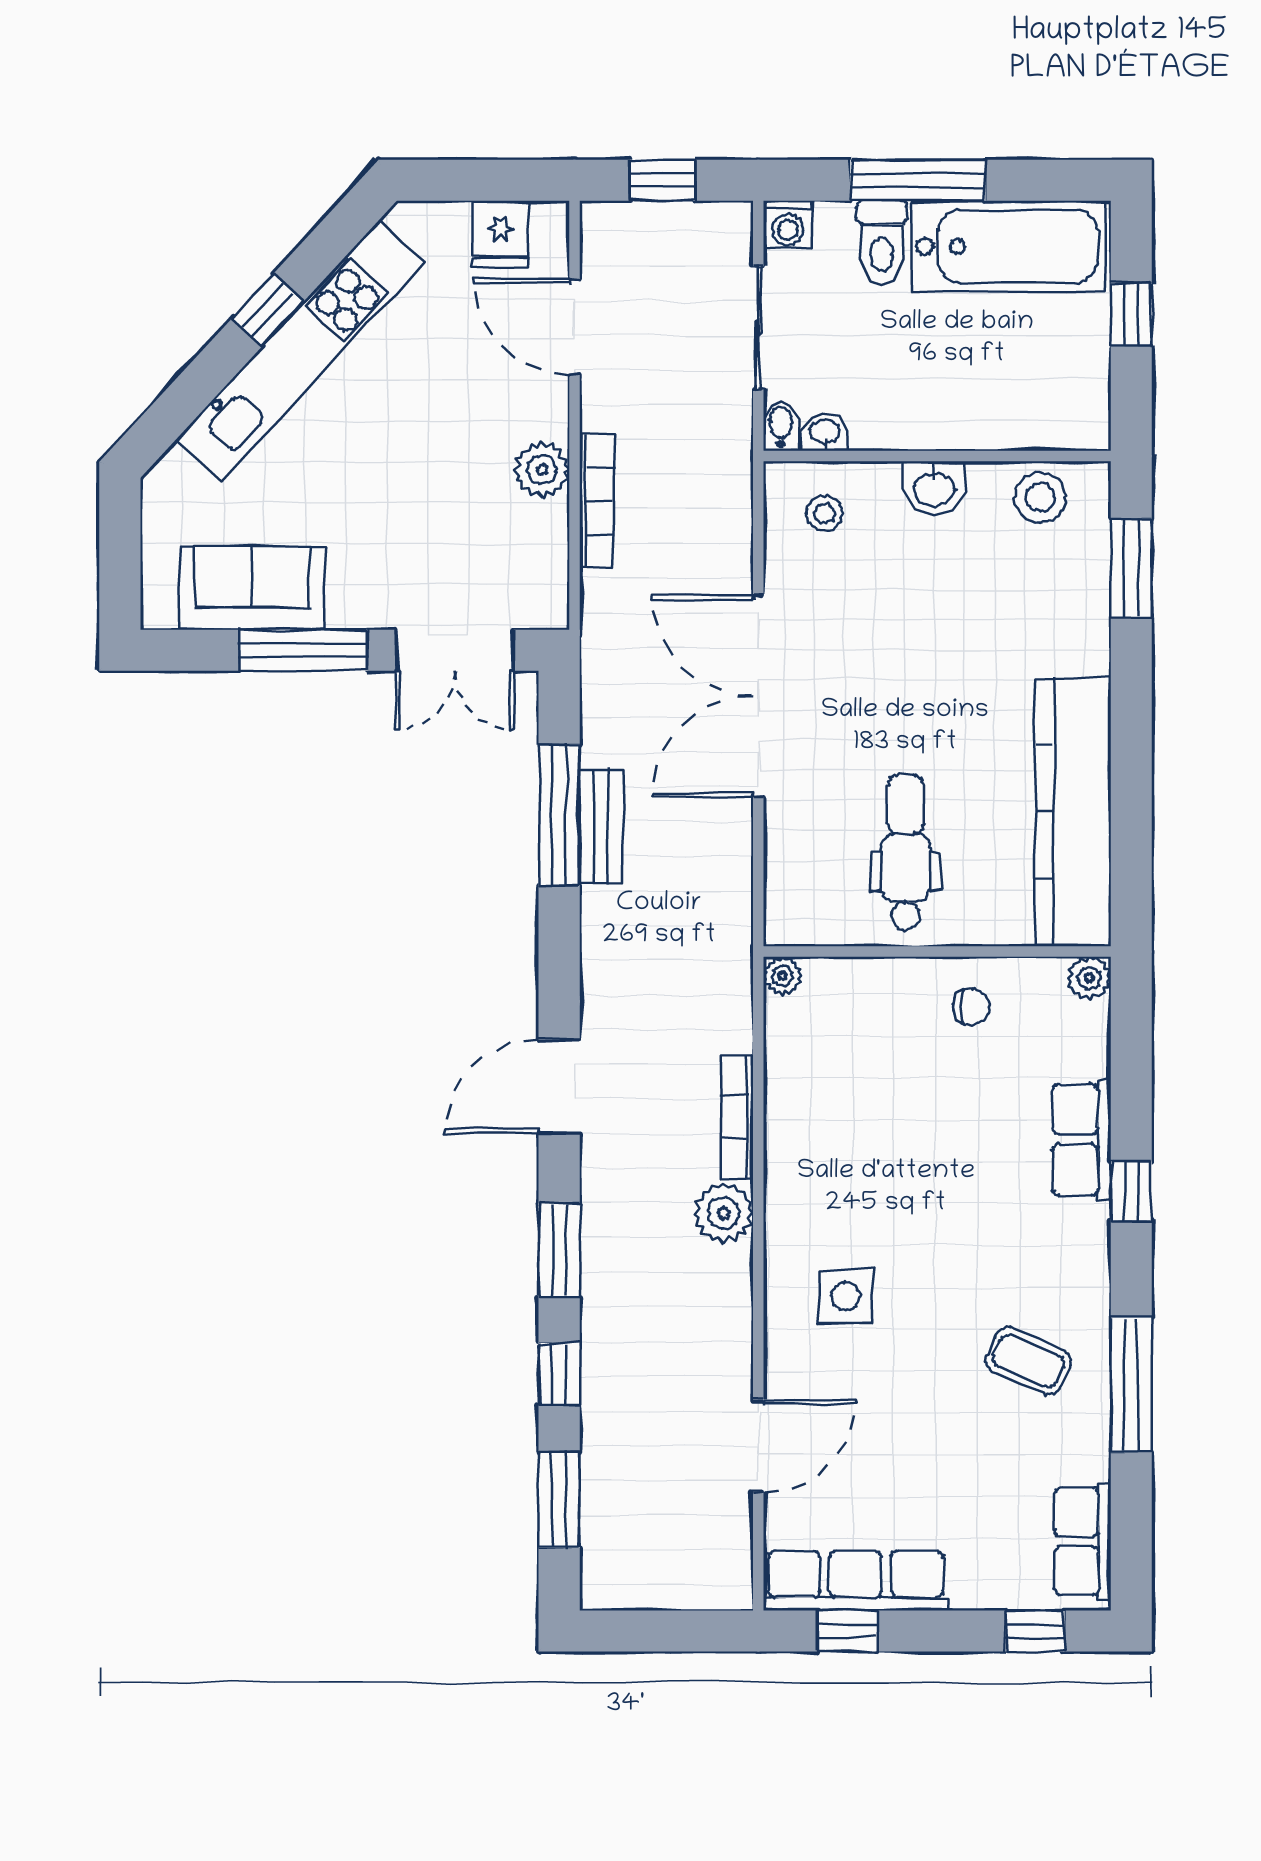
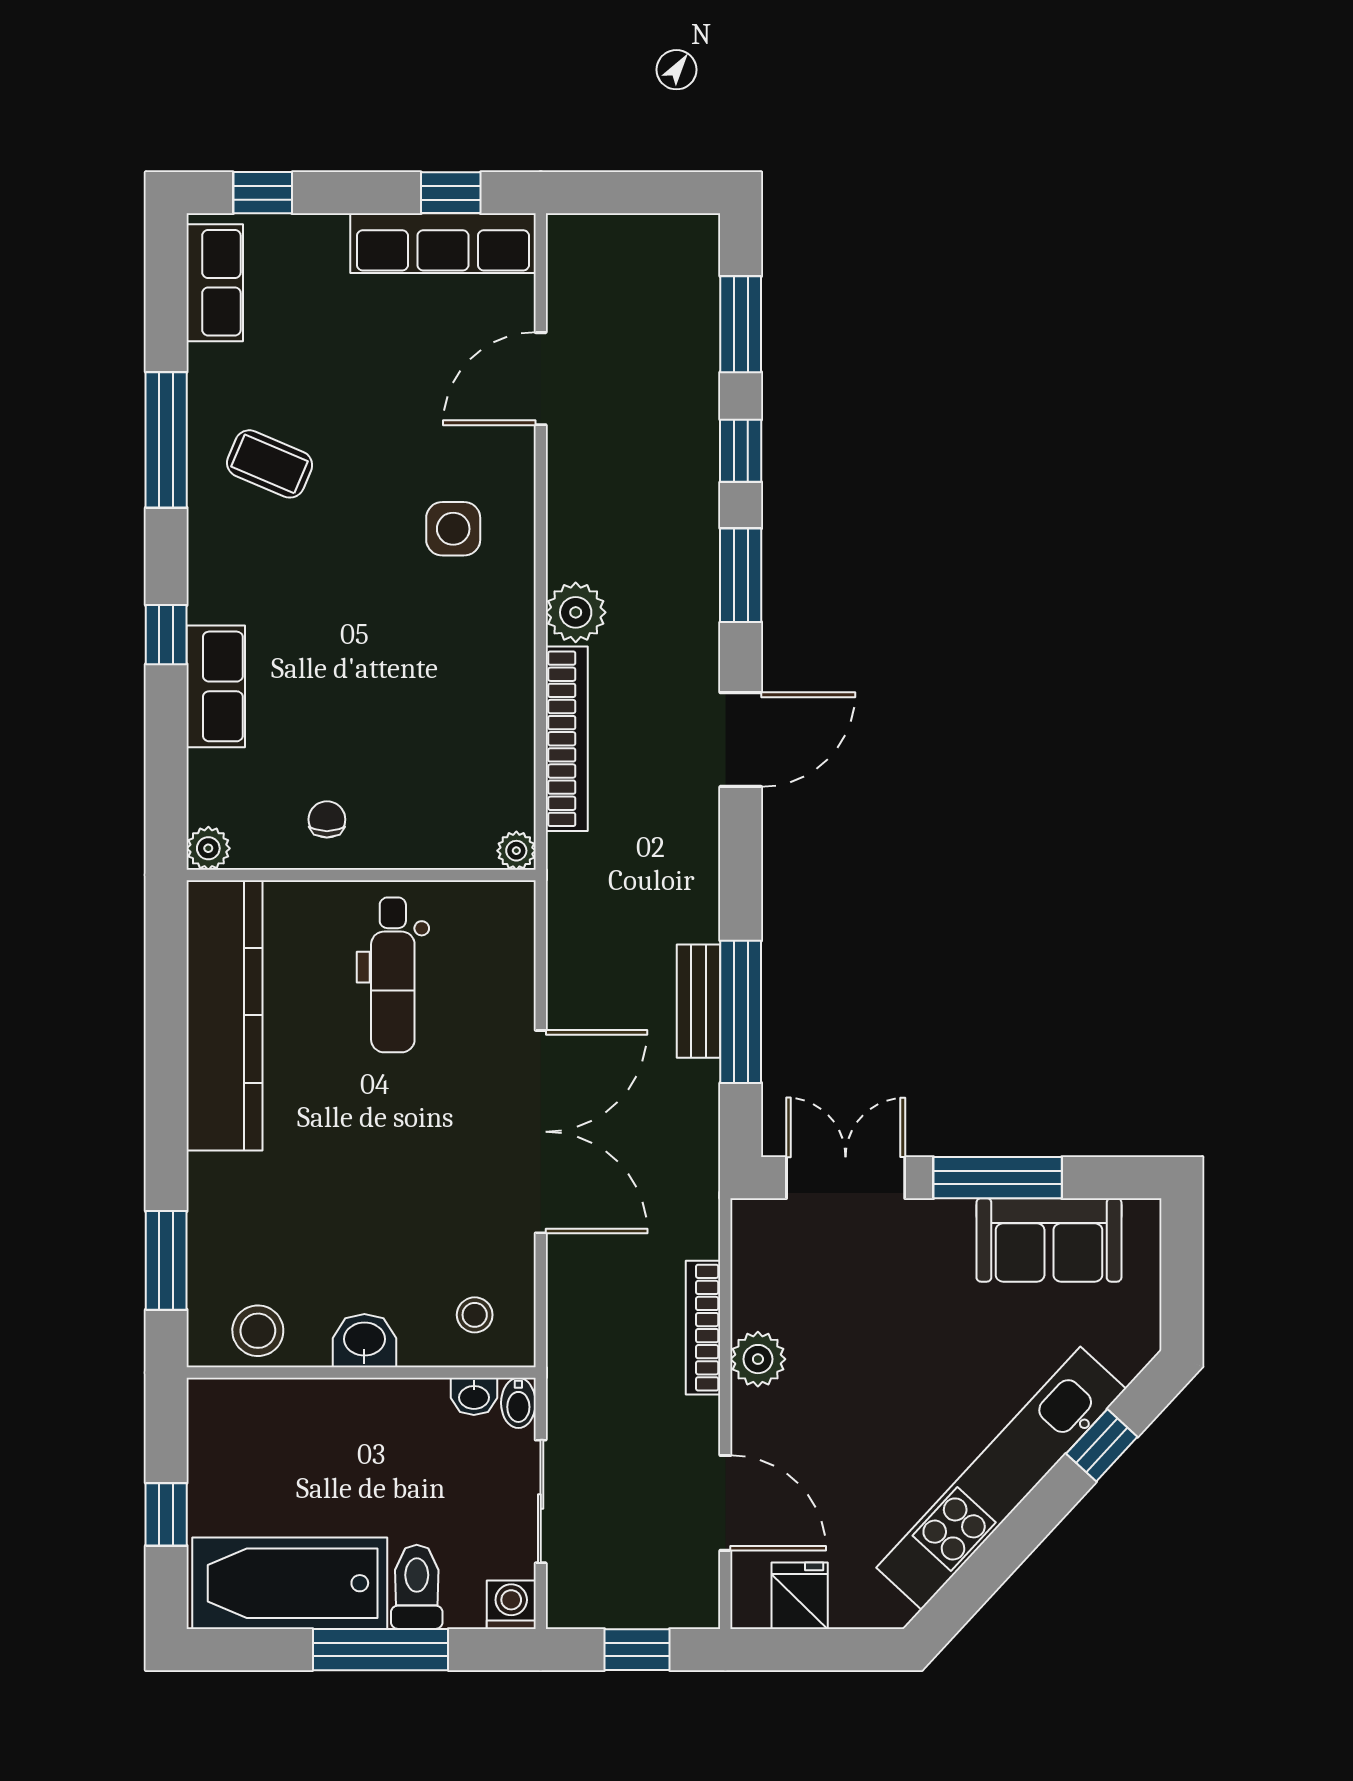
window: (268, 310) -> (1102, 1445), moved
chair: (971, 1007) -> (327, 819), turned 90
bookcase: (737, 1117) -> (567, 739), width x1.48, depth x1.31

